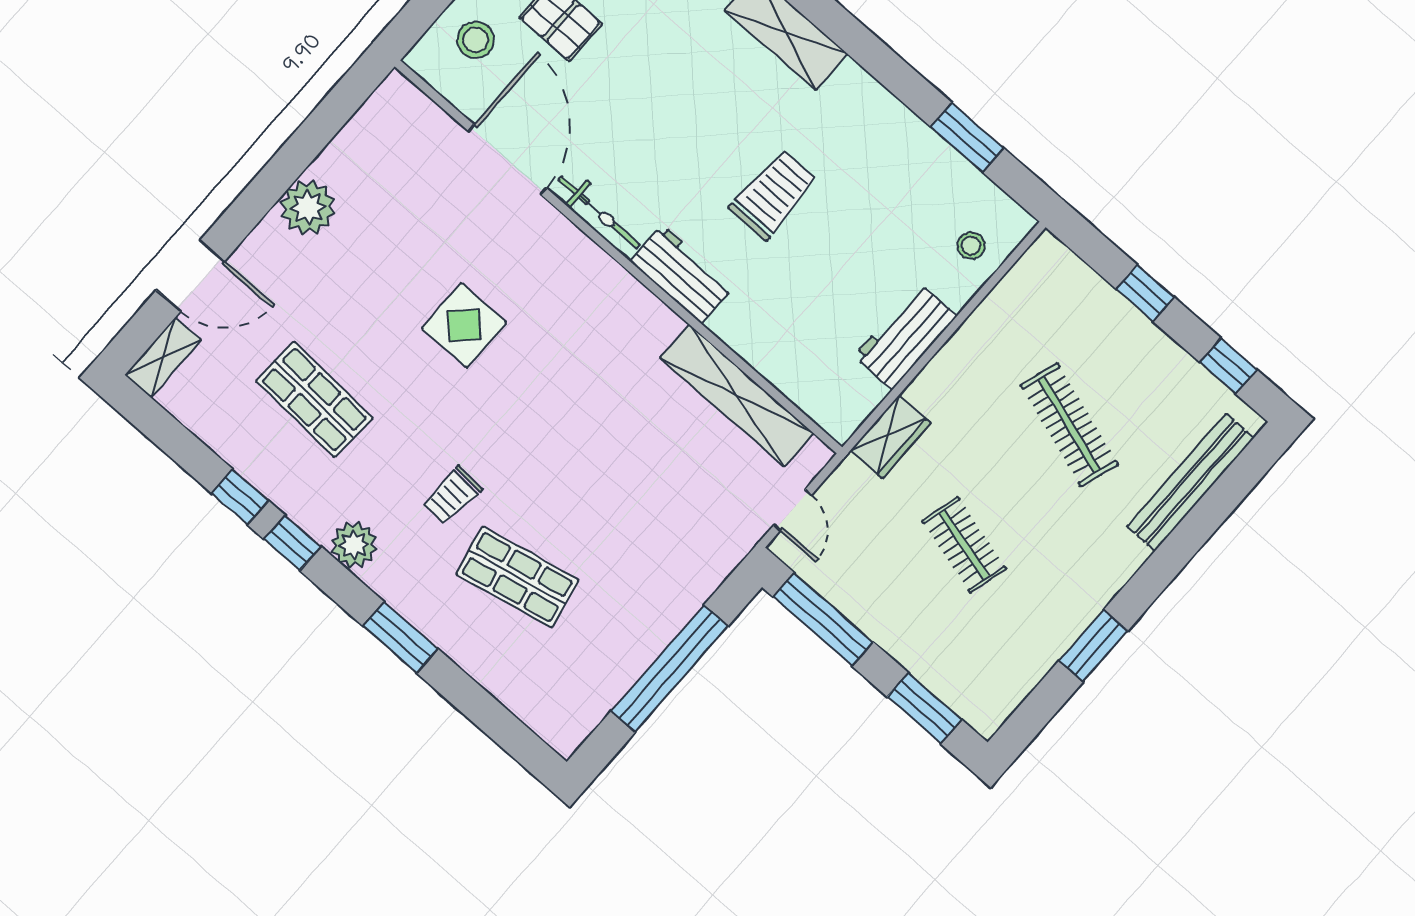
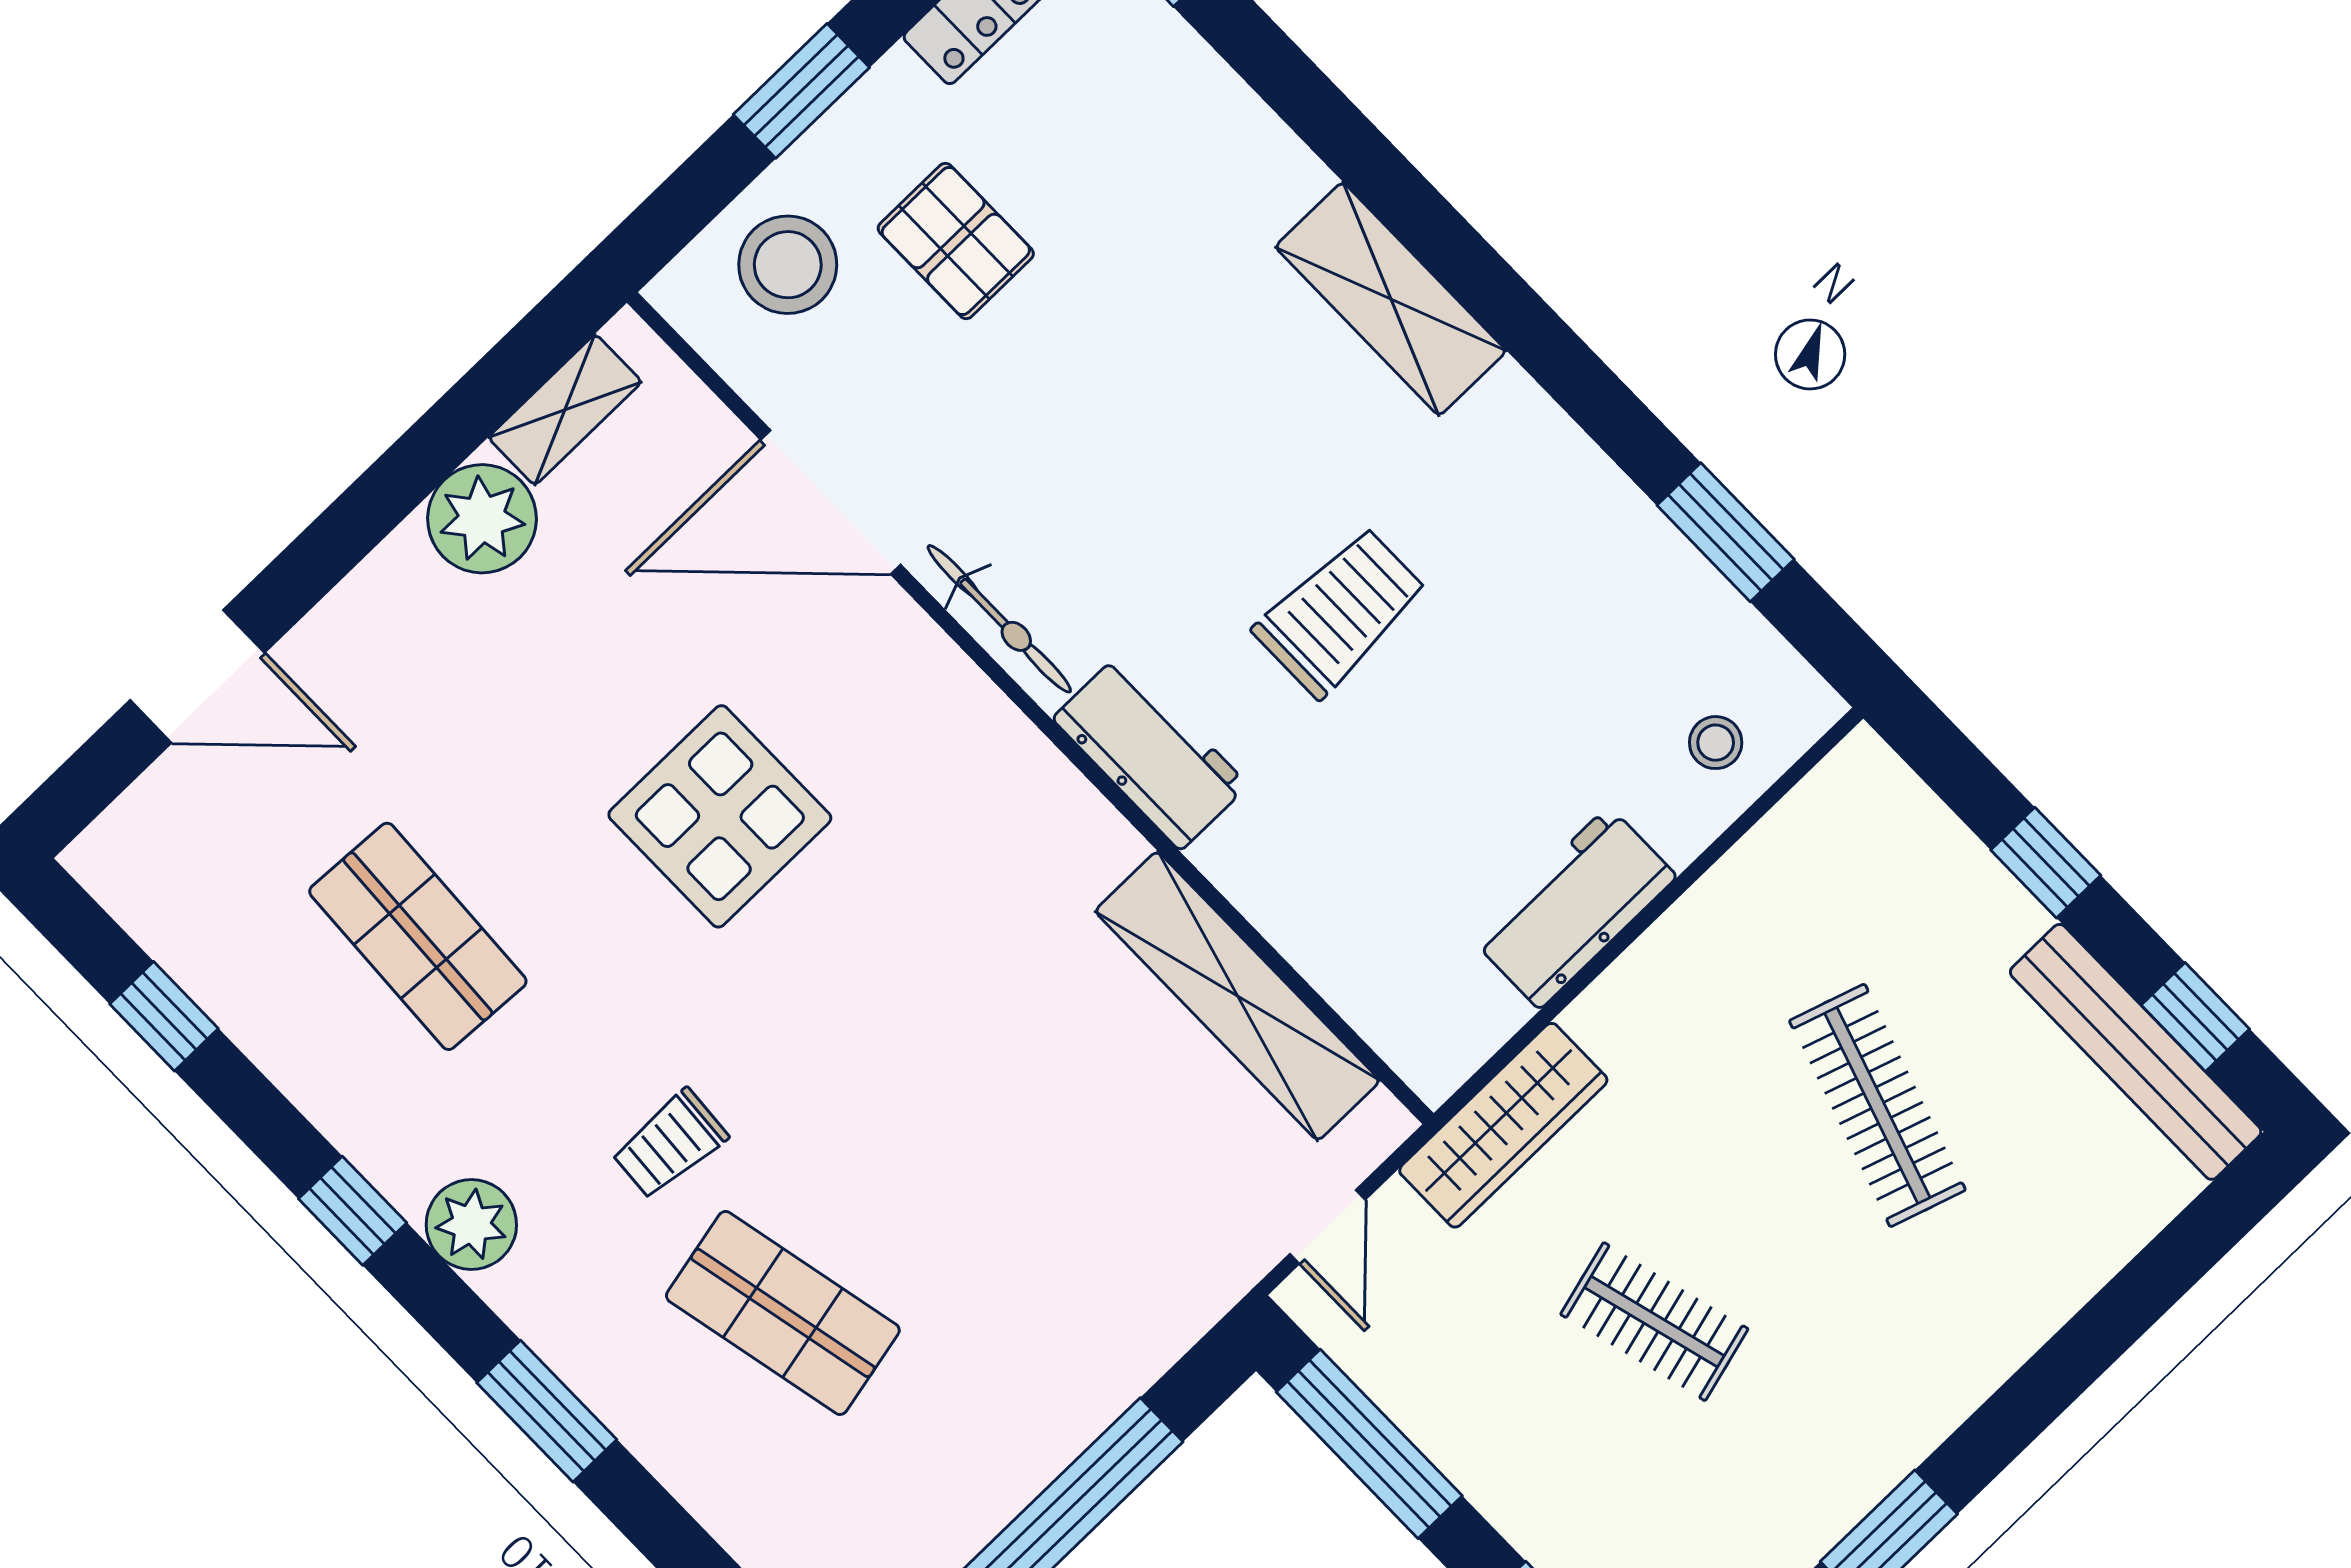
stool: (476, 40) -> (788, 265), width x1.38, depth x1.38
door: (508, 160) -> (831, 502), swing flipped
plant: (308, 208) -> (482, 519), moved
display table: (464, 325) -> (720, 816), width x1.36, depth x1.36
shelving: (163, 357) -> (565, 410), moved
wardrobe: (891, 437) -> (1503, 1125), width x1.50
bench: (1191, 482) -> (2136, 1052), moved, turned 90
window: (240, 497) -> (164, 1016), moved
clothes rail: (964, 545) -> (1654, 1322), turned -30

